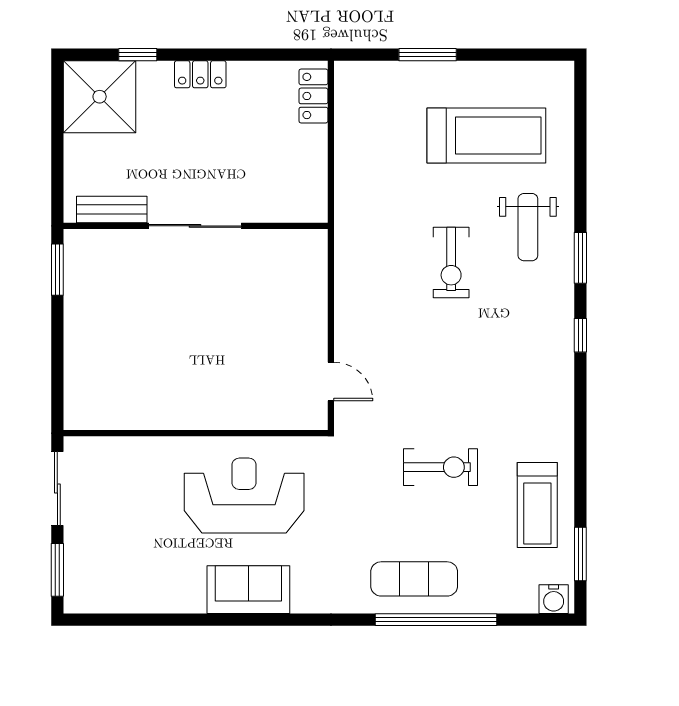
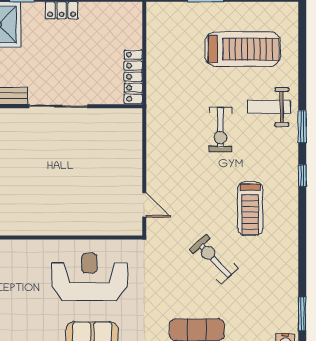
locker: (313, 96) -> (133, 77), moved, width x1.53
weight bench: (528, 227) -> (269, 107), turned 90
exercise bike: (441, 467) -> (214, 259), turned -133
treadmill: (537, 505) -> (250, 209), moved

